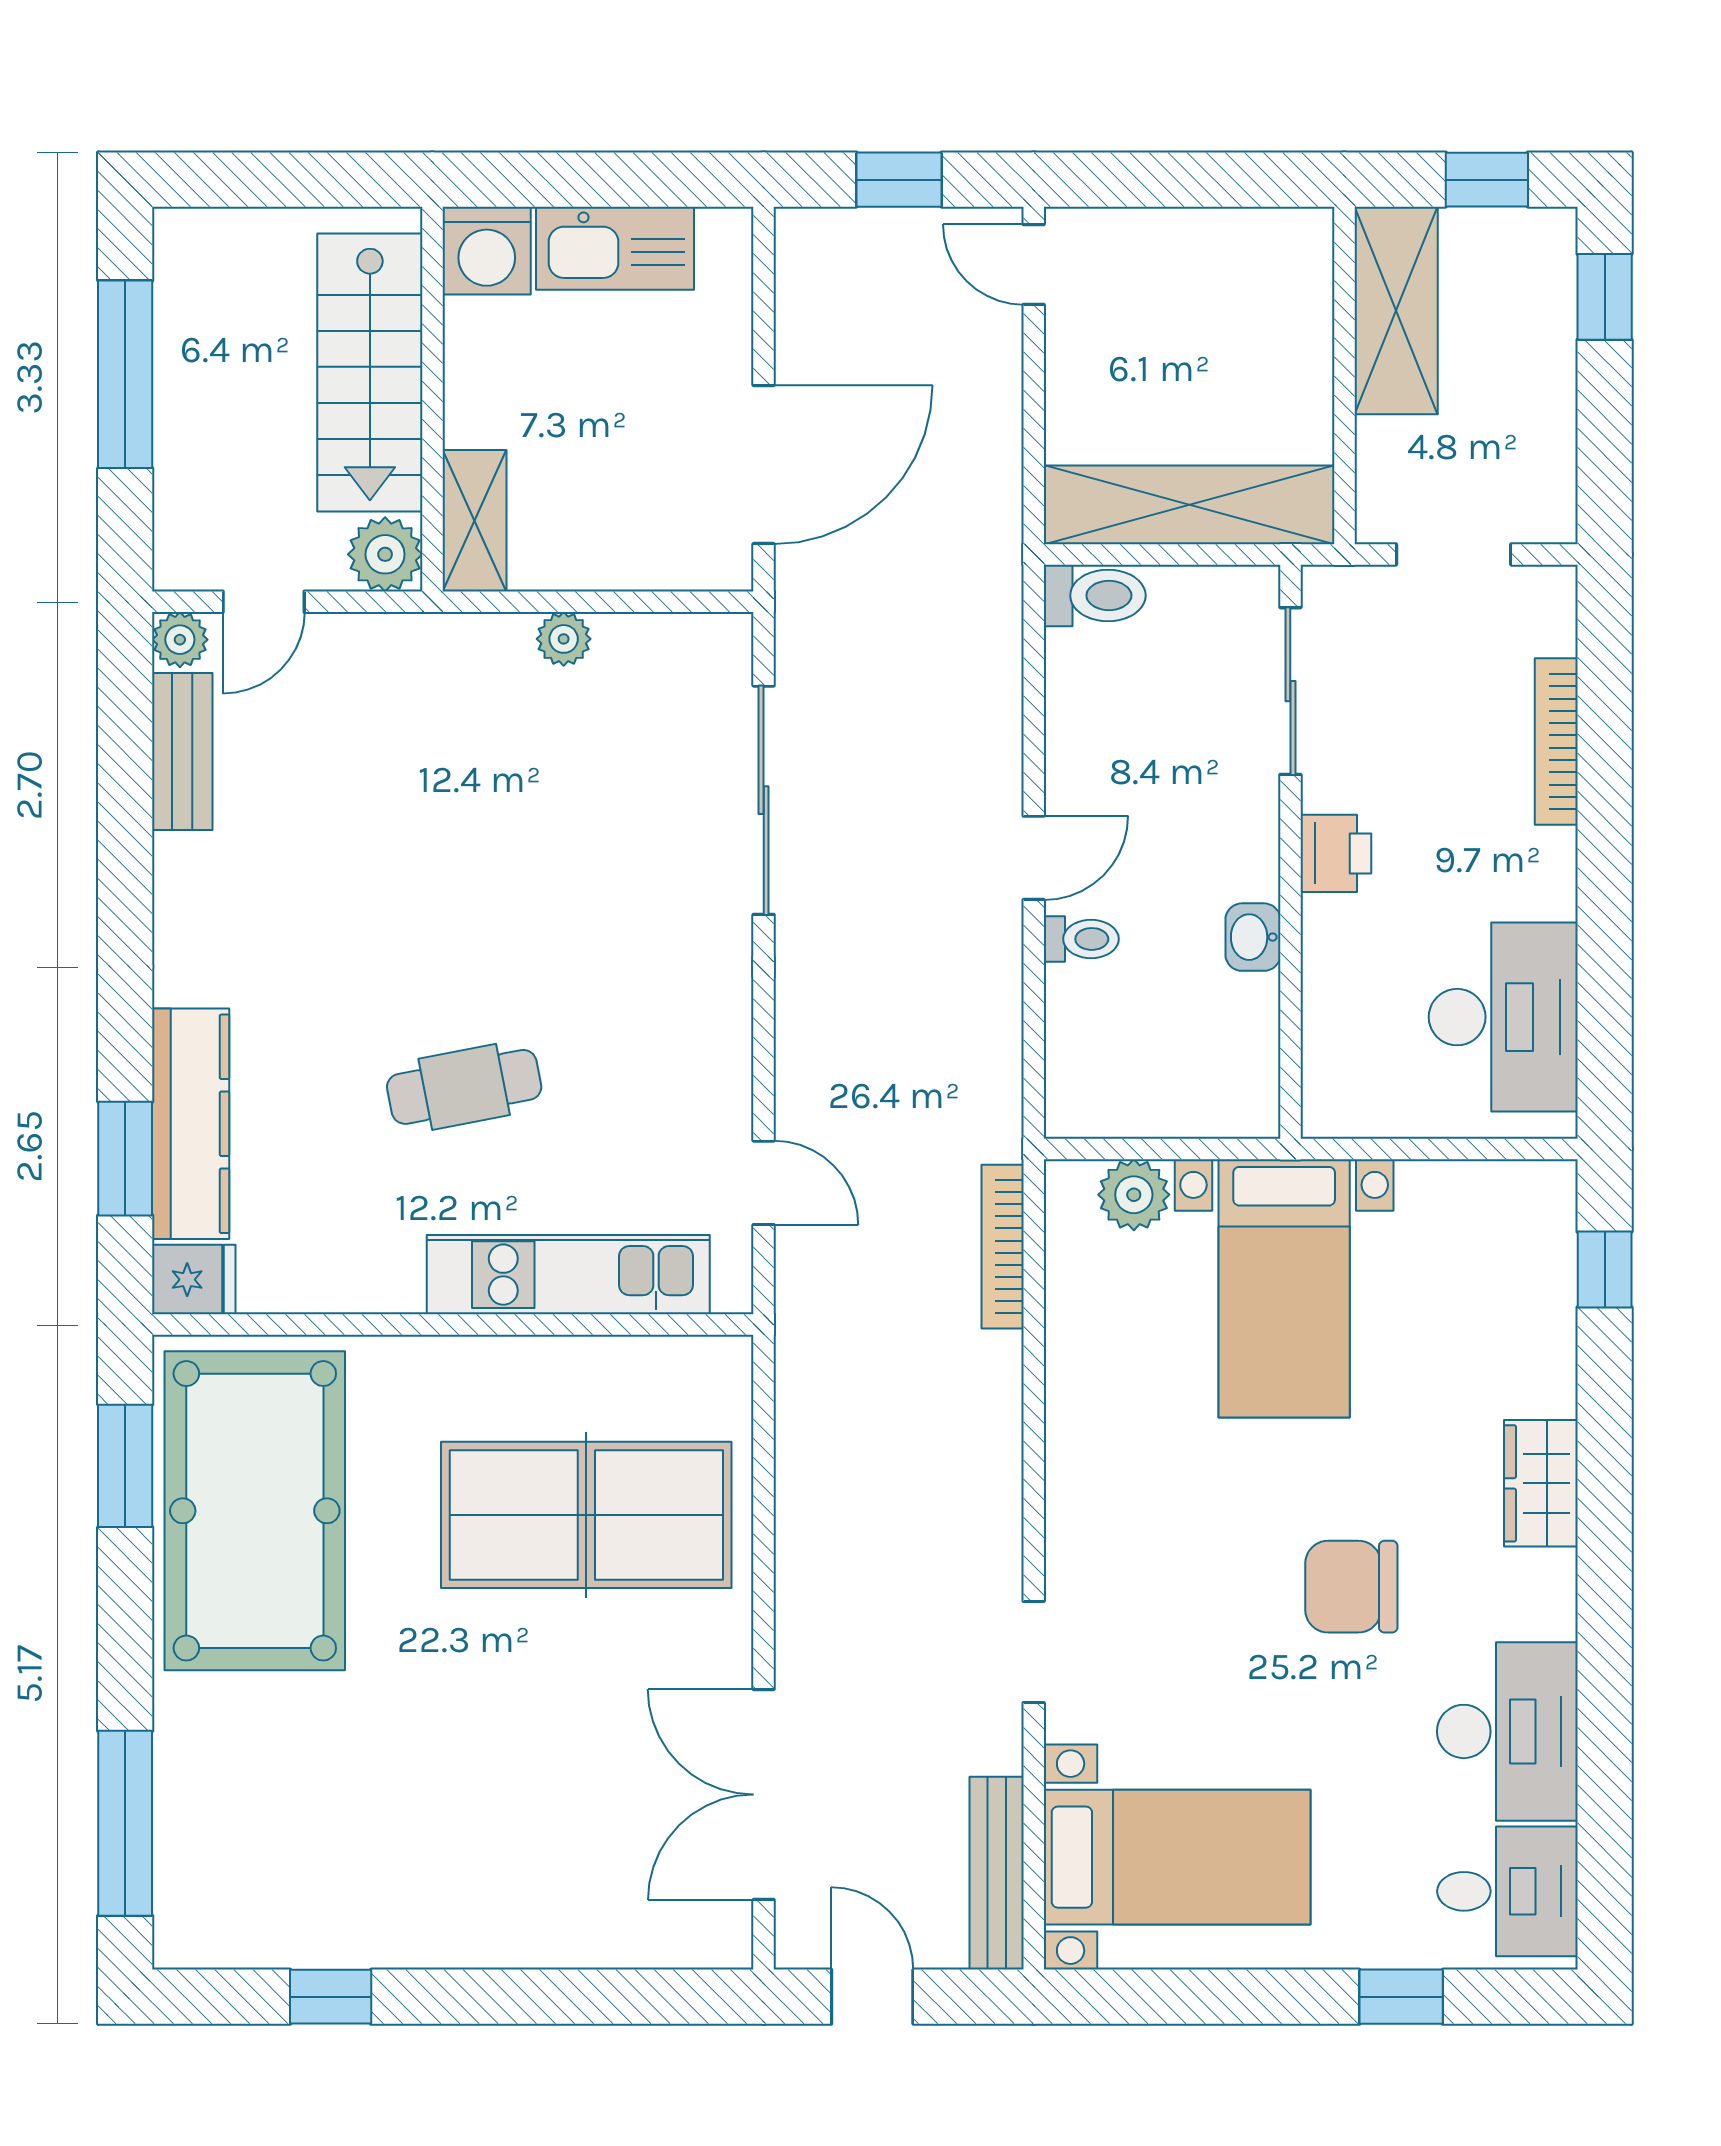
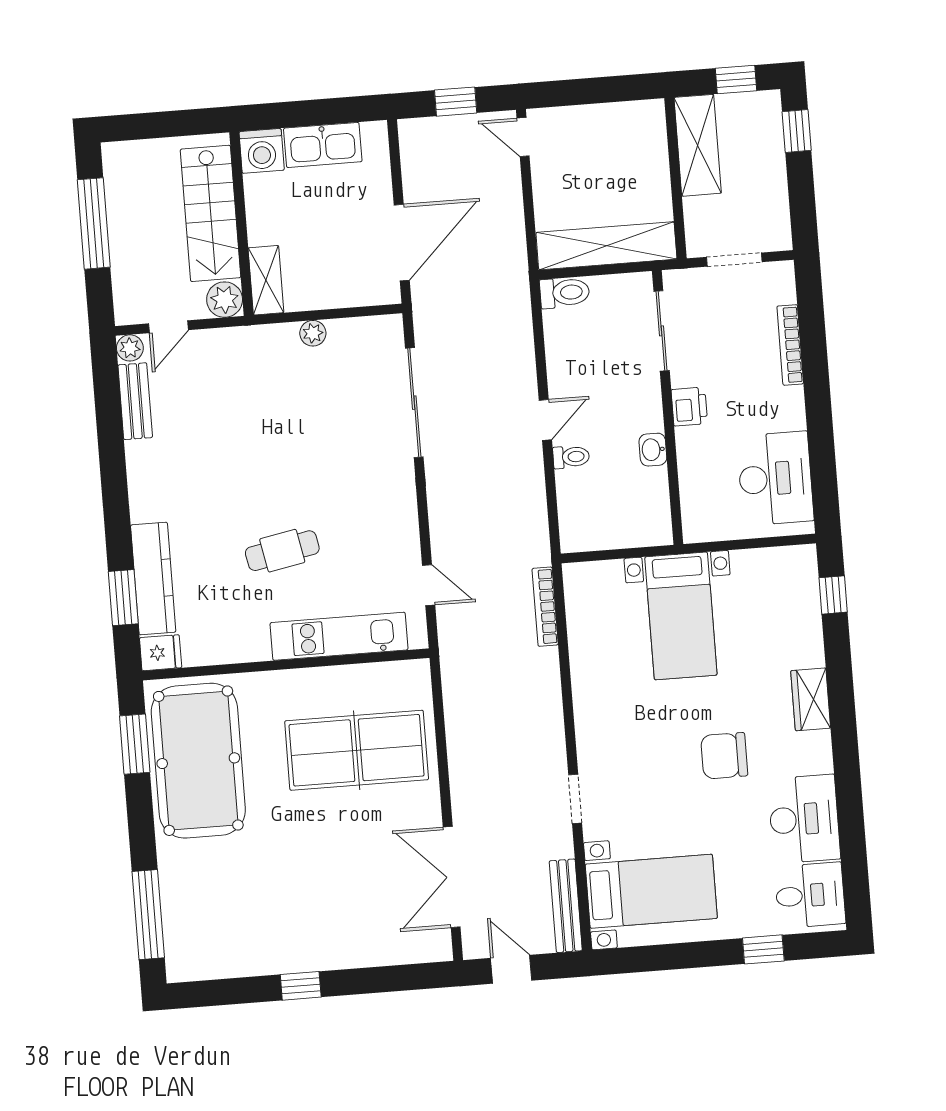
plant: (1134, 1195) -> (606, 577), removed
window: (331, 1997) -> (301, 986), moved

